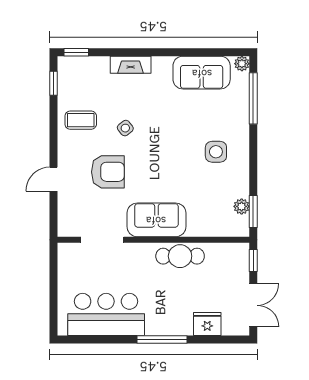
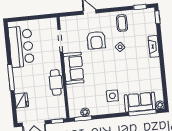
sofa: (202, 73) -> (140, 102), moved, turned 90

